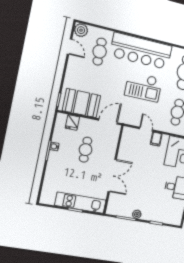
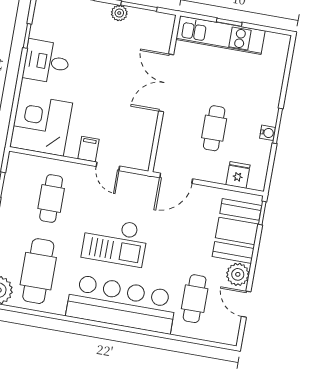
plant: (81, 30) -> (238, 274), moved
checkout: (144, 87) -> (115, 241), turned 180
booth: (81, 103) -> (237, 231), moved, turned 90

